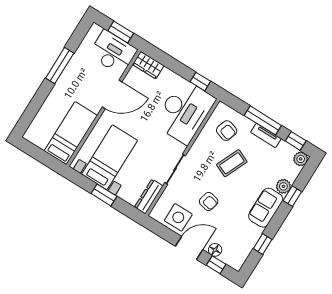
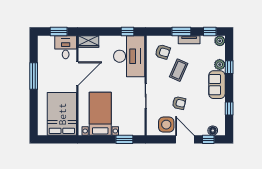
desk: (113, 52) -> (66, 47), width x0.73
window: (263, 120) -> (181, 31), width x0.69
bed: (71, 133) -> (62, 114), width x1.50
window: (104, 195) -> (124, 139), moved
dresser: (149, 196) -> (140, 123), removed
door: (189, 248) -> (185, 139), hinge flipped
floor lamp: (215, 250) -> (213, 131), moved

